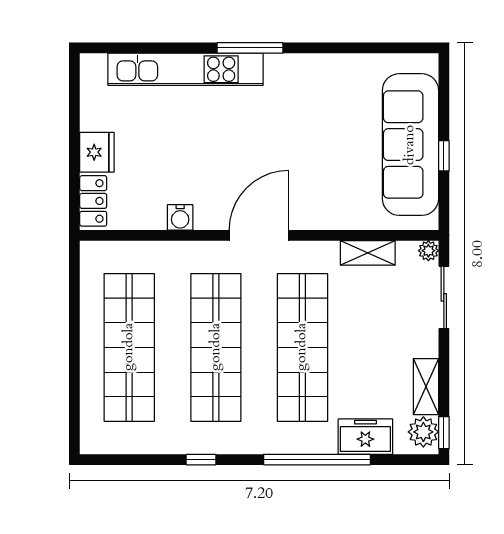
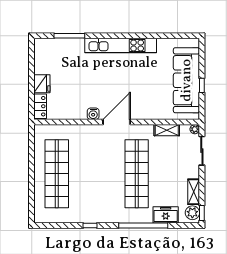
window: (250, 48) -> (69, 36), moved
kitchen unit: (185, 69) -> (121, 46), moved
water cooler: (180, 217) -> (93, 114), moved
shop shelf: (216, 347) -> (97, 174), removed

